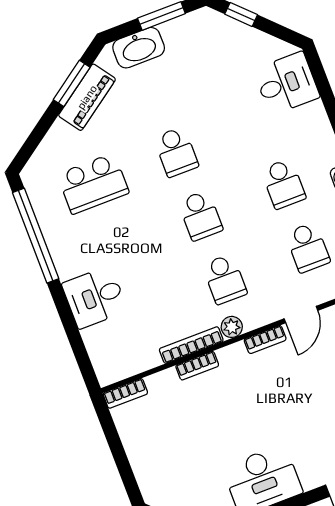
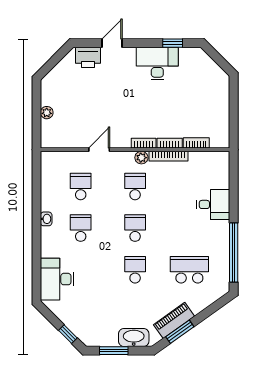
desk: (287, 83) -> (57, 279), width x1.37
bookcase: (265, 340) -> (144, 143), moved
bookcase: (125, 393) -> (196, 143), moved

